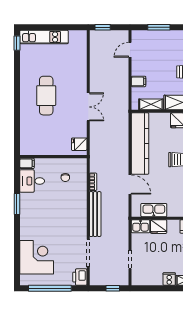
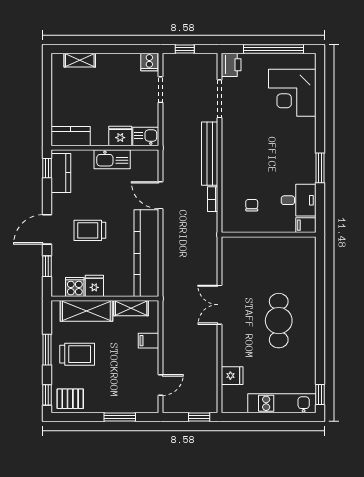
fridge: (79, 144) -> (232, 376), moved
kitchen sink: (154, 210) -> (112, 159), moved
cooker: (169, 279) -> (149, 62), moved

